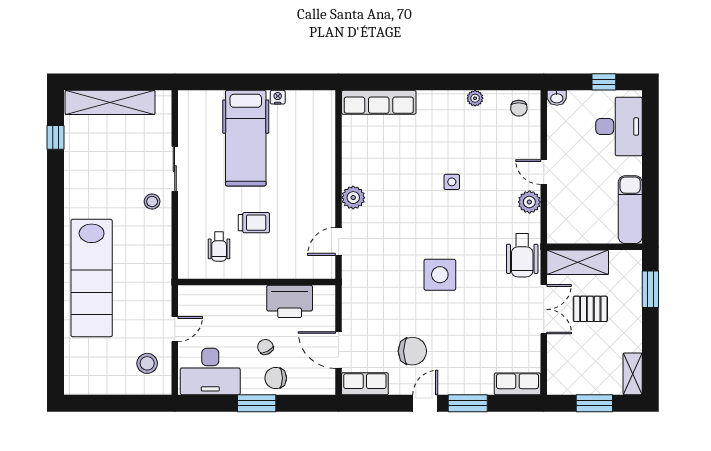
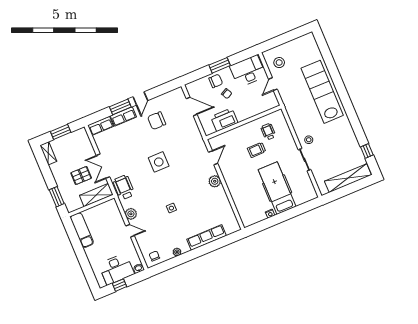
row of seats: (379, 102) -> (207, 237), moved
desk: (619, 126) -> (116, 269), moved, turned -90
row of seats: (365, 384) -> (123, 116), moved

